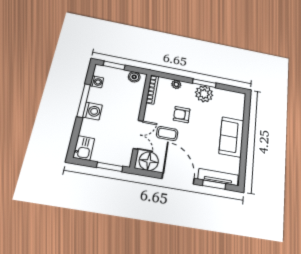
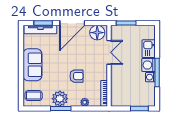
boiler: (134, 77) -> (121, 102), removed
washing machine: (97, 82) -> (150, 77), moved
coffee table: (167, 133) -> (34, 96), moved
double door: (138, 135) -> (109, 52), swing flipped
kitchen sink: (84, 148) -> (149, 49), moved
door: (178, 178) -> (72, 23), hinge flipped

